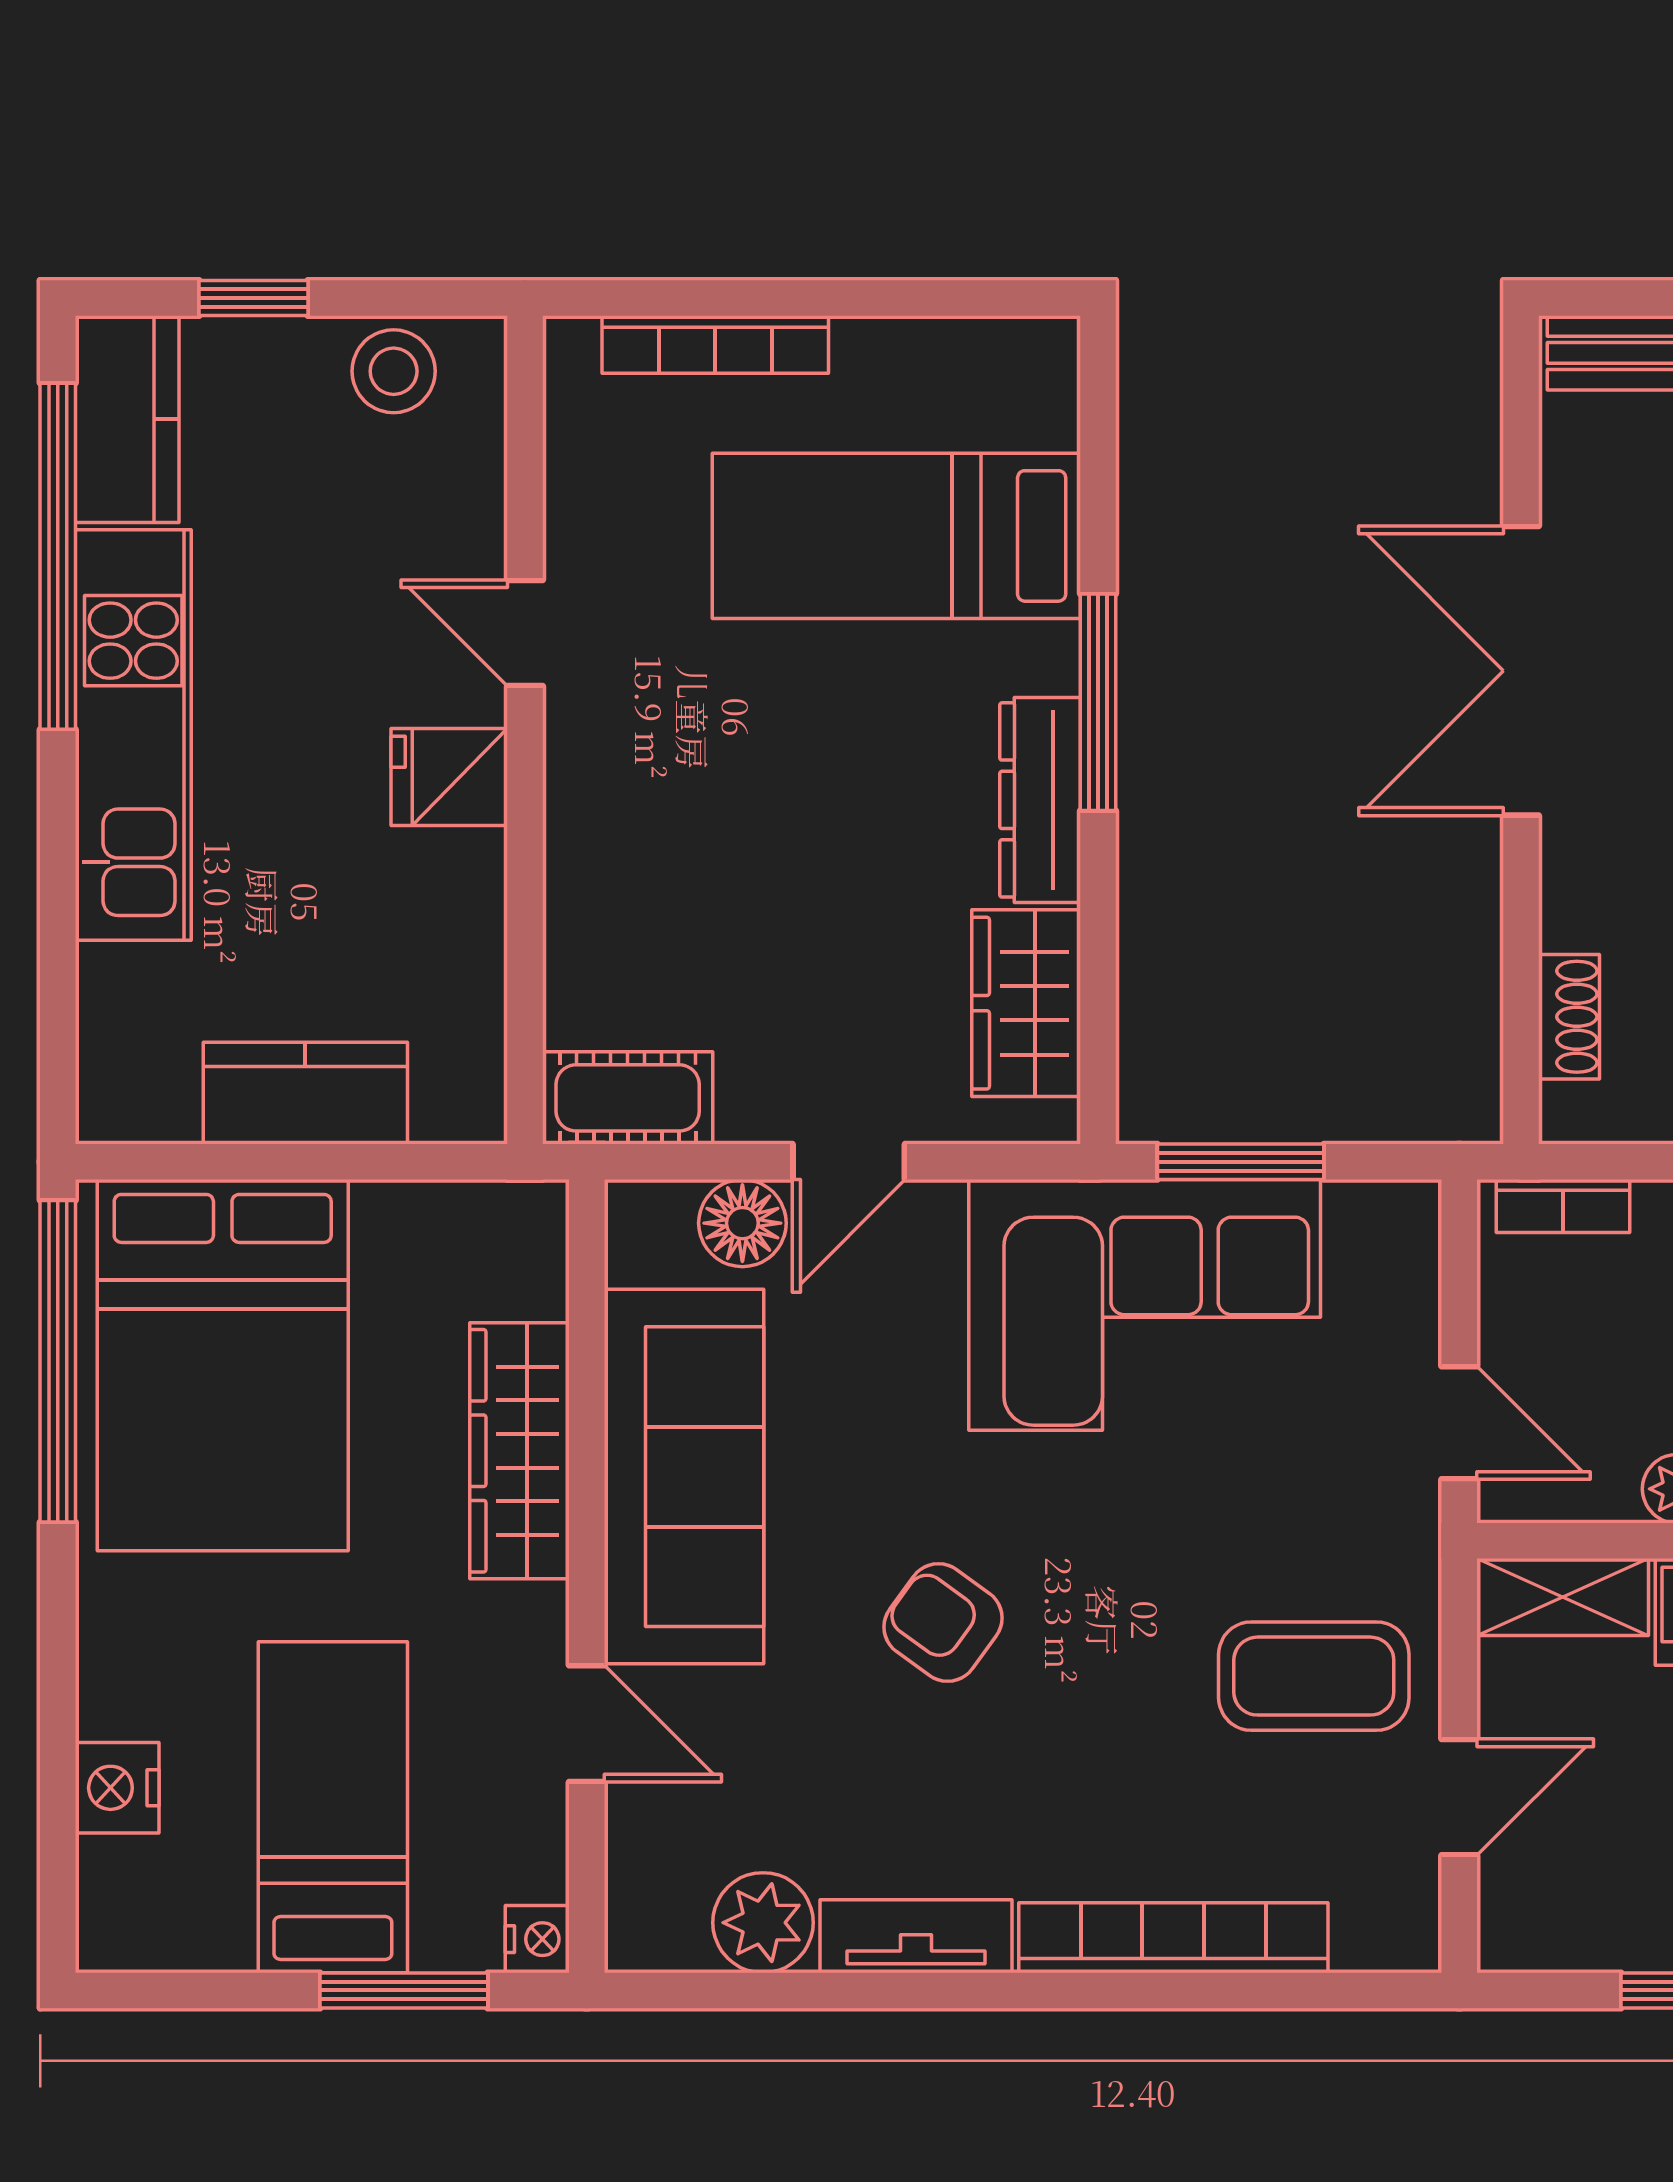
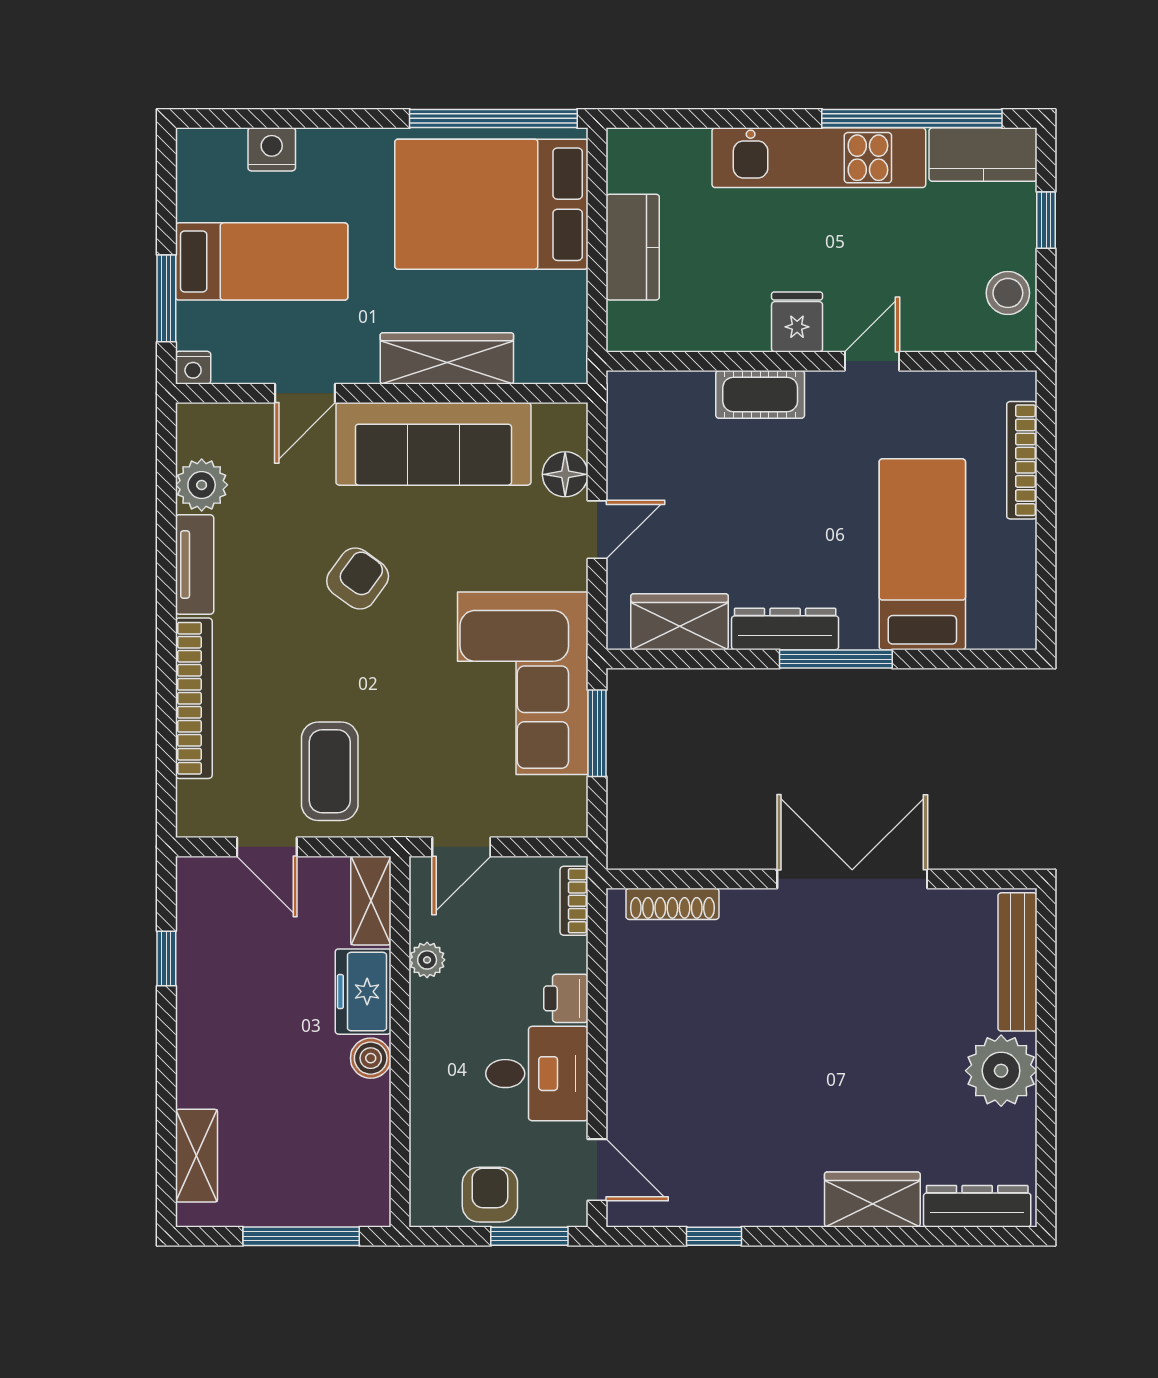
shoe rack: (1569, 1017) -> (672, 904), width x1.43
cot: (628, 1098) -> (760, 394), moved, turned 90
door: (849, 1162) -> (597, 530), swing flipped

